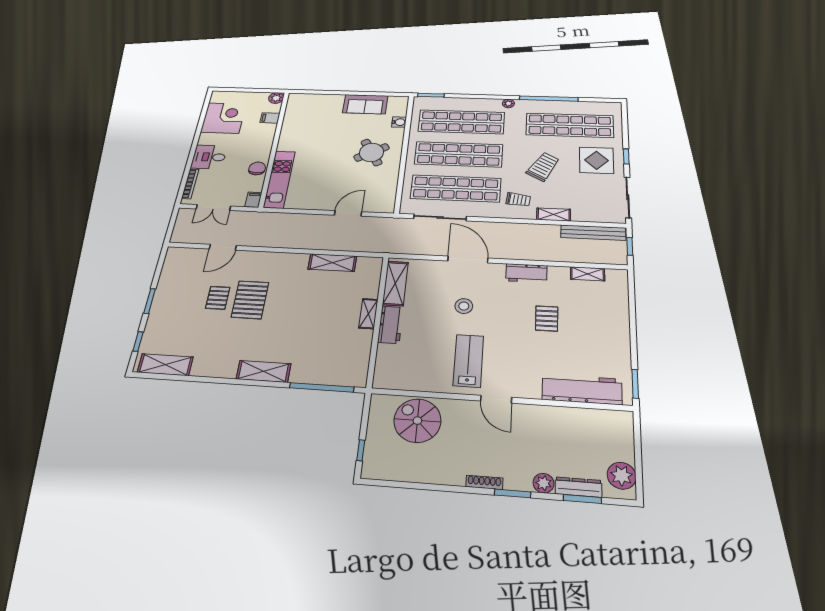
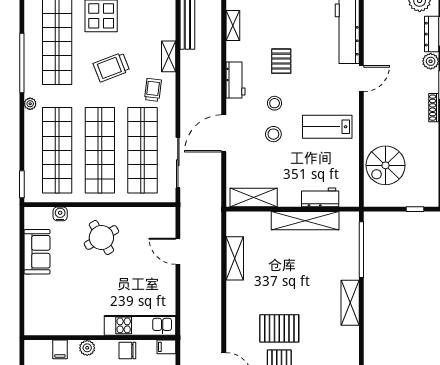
plant: (276, 98) -> (87, 348), moved
trolley: (543, 167) -> (111, 67), turned -51
stool: (499, 309) -> (275, 103), added
shelving: (368, 314) -> (305, 221), width x2.20, depth x1.33
pallet: (547, 318) -> (281, 61), turned 90
workbench: (390, 325) -> (320, 197), moved
door: (496, 399) -> (361, 79), moved

